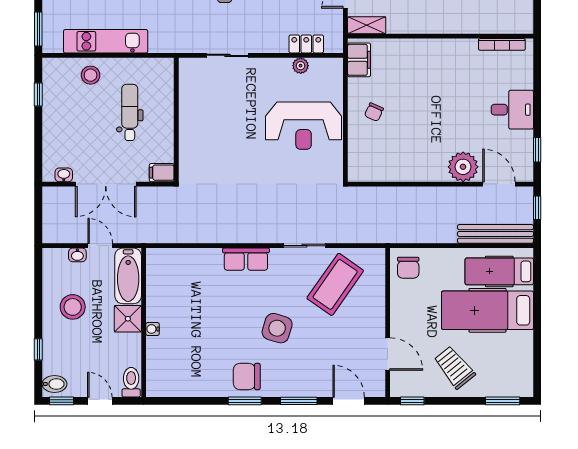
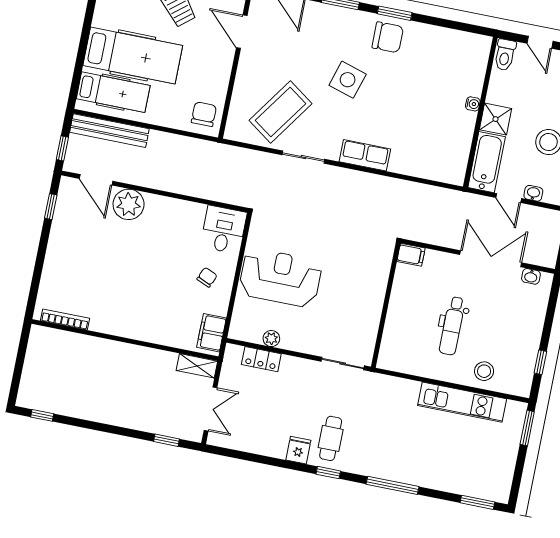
desk: (512, 110) -> (224, 230), moved, turned 90
wall: (176, 120) -> (386, 305), moved
filing cabinet: (162, 173) -> (411, 255), moved

